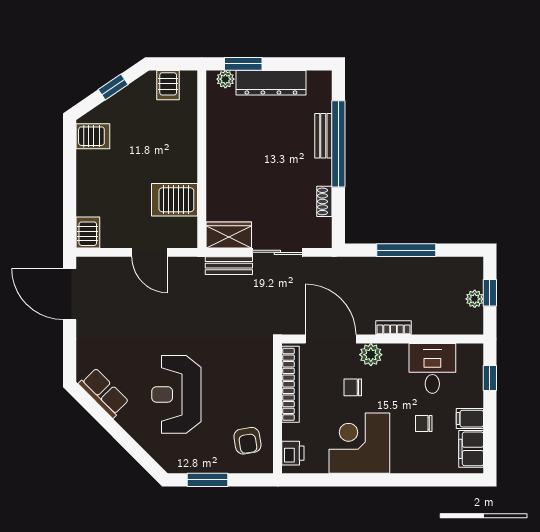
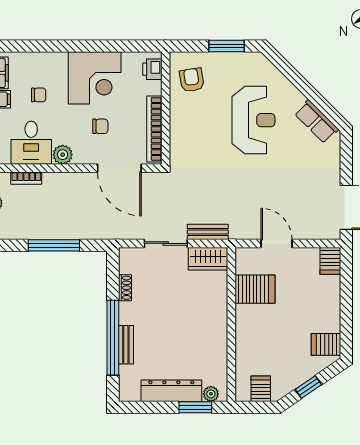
bookcase: (394, 328) -> (26, 178), moved
plant: (371, 355) -> (63, 155), moved

